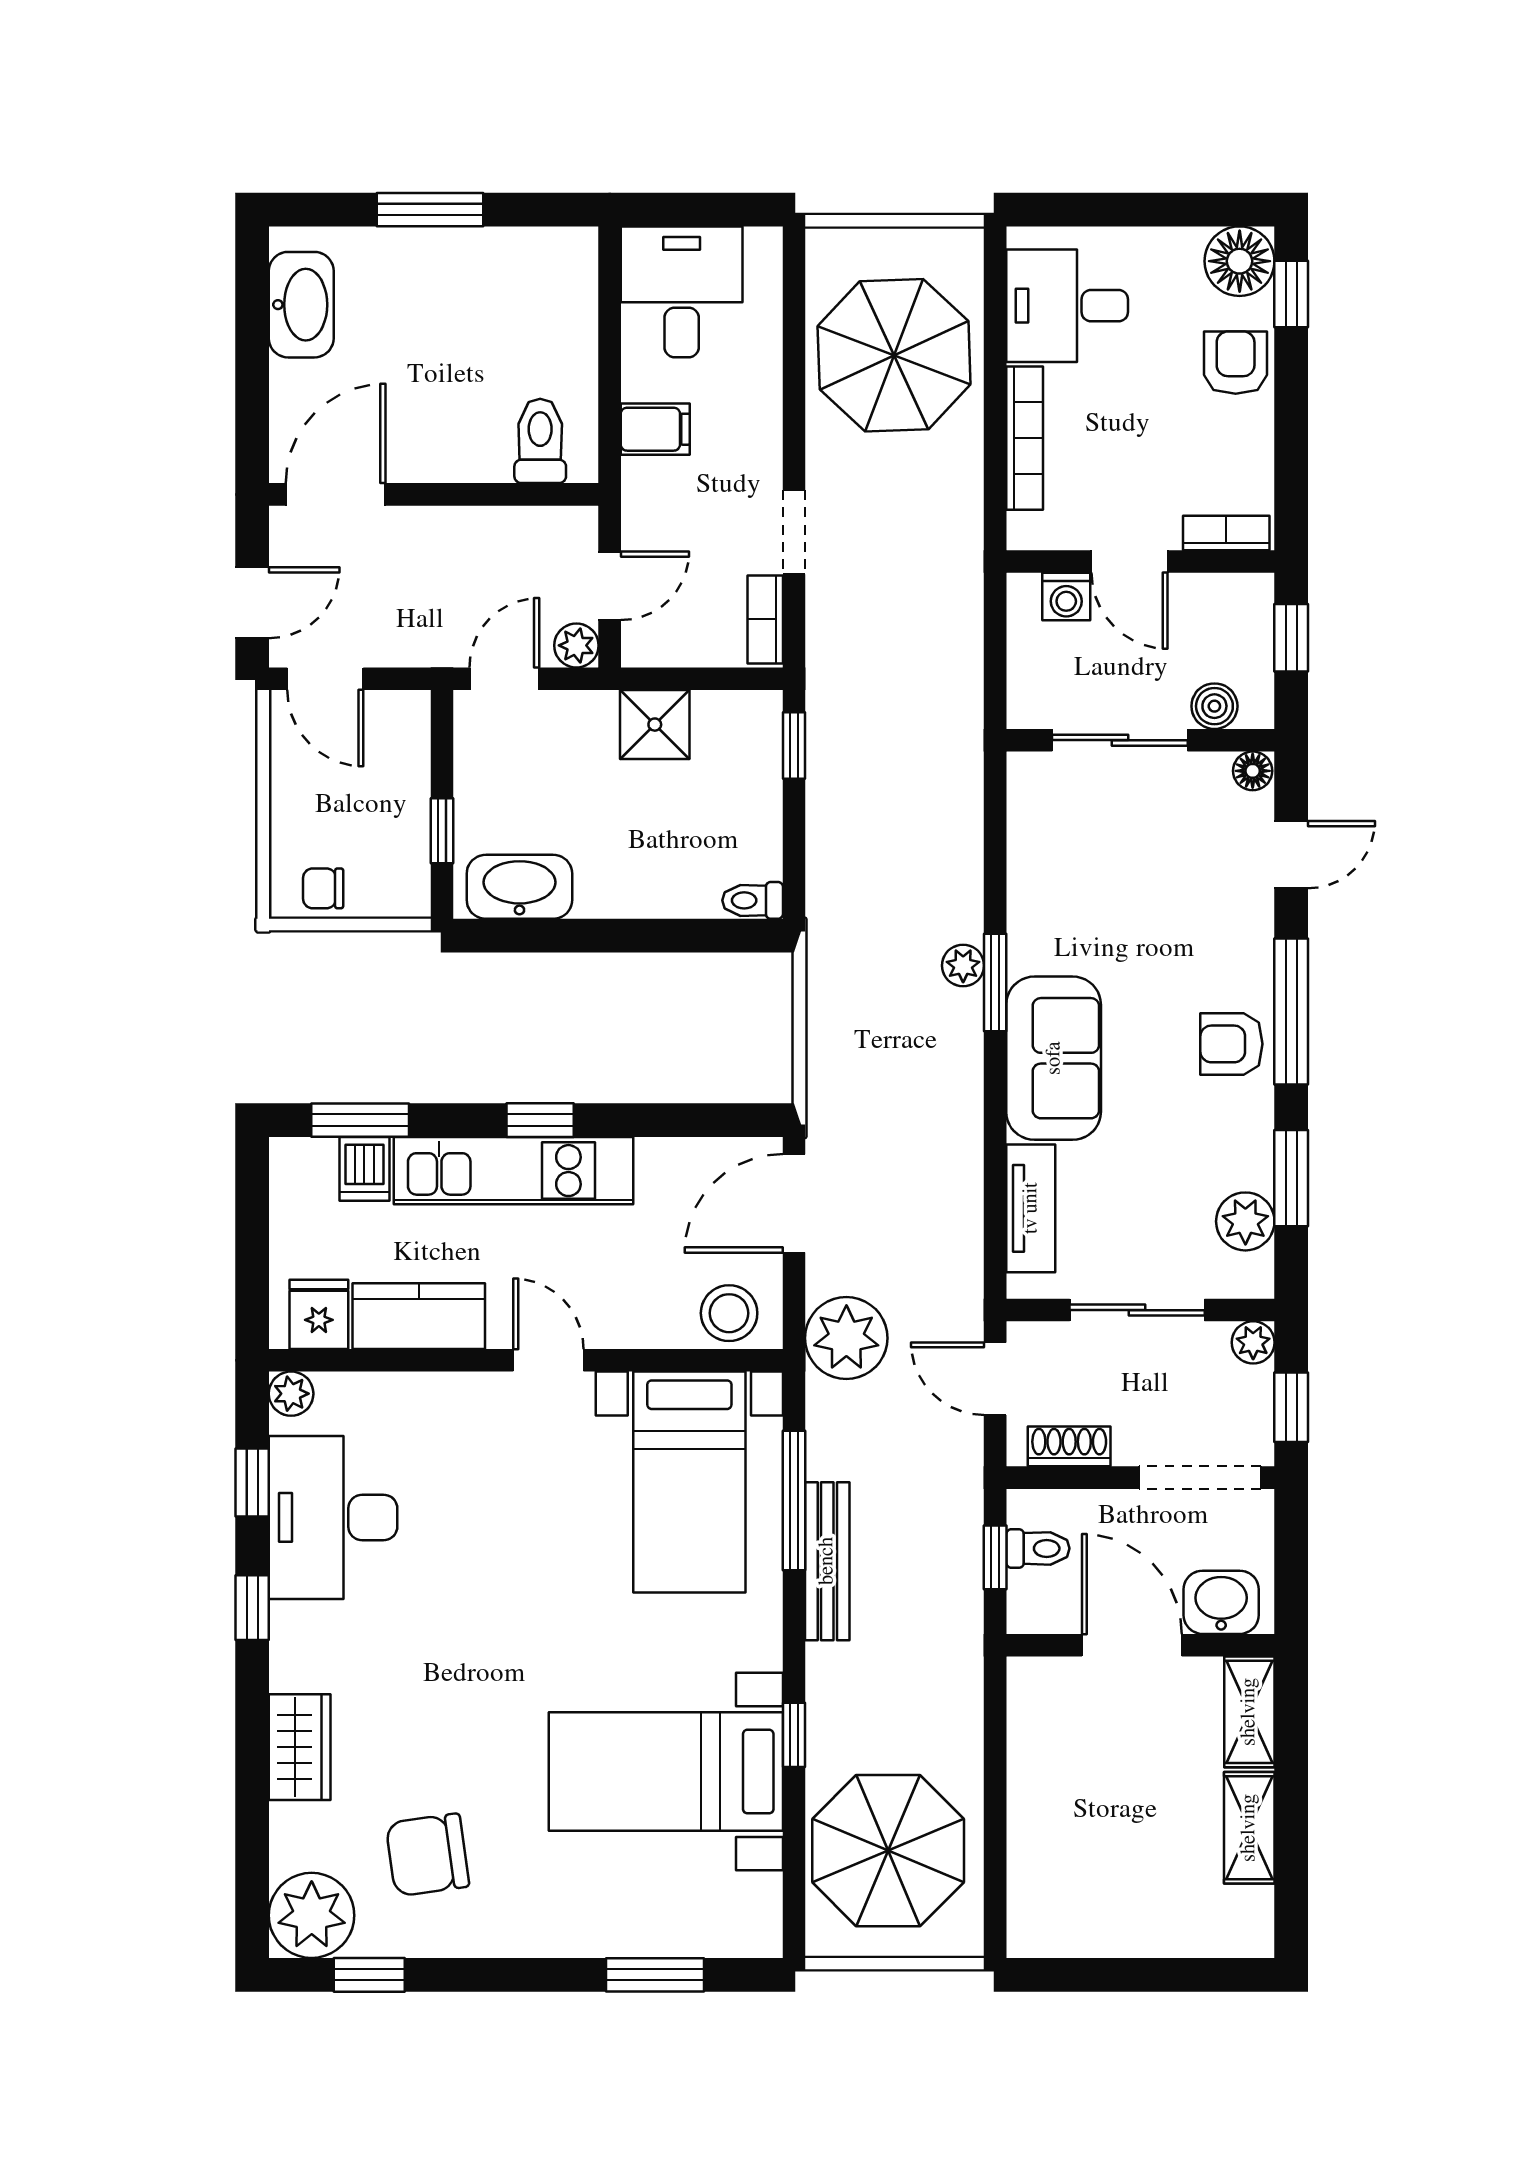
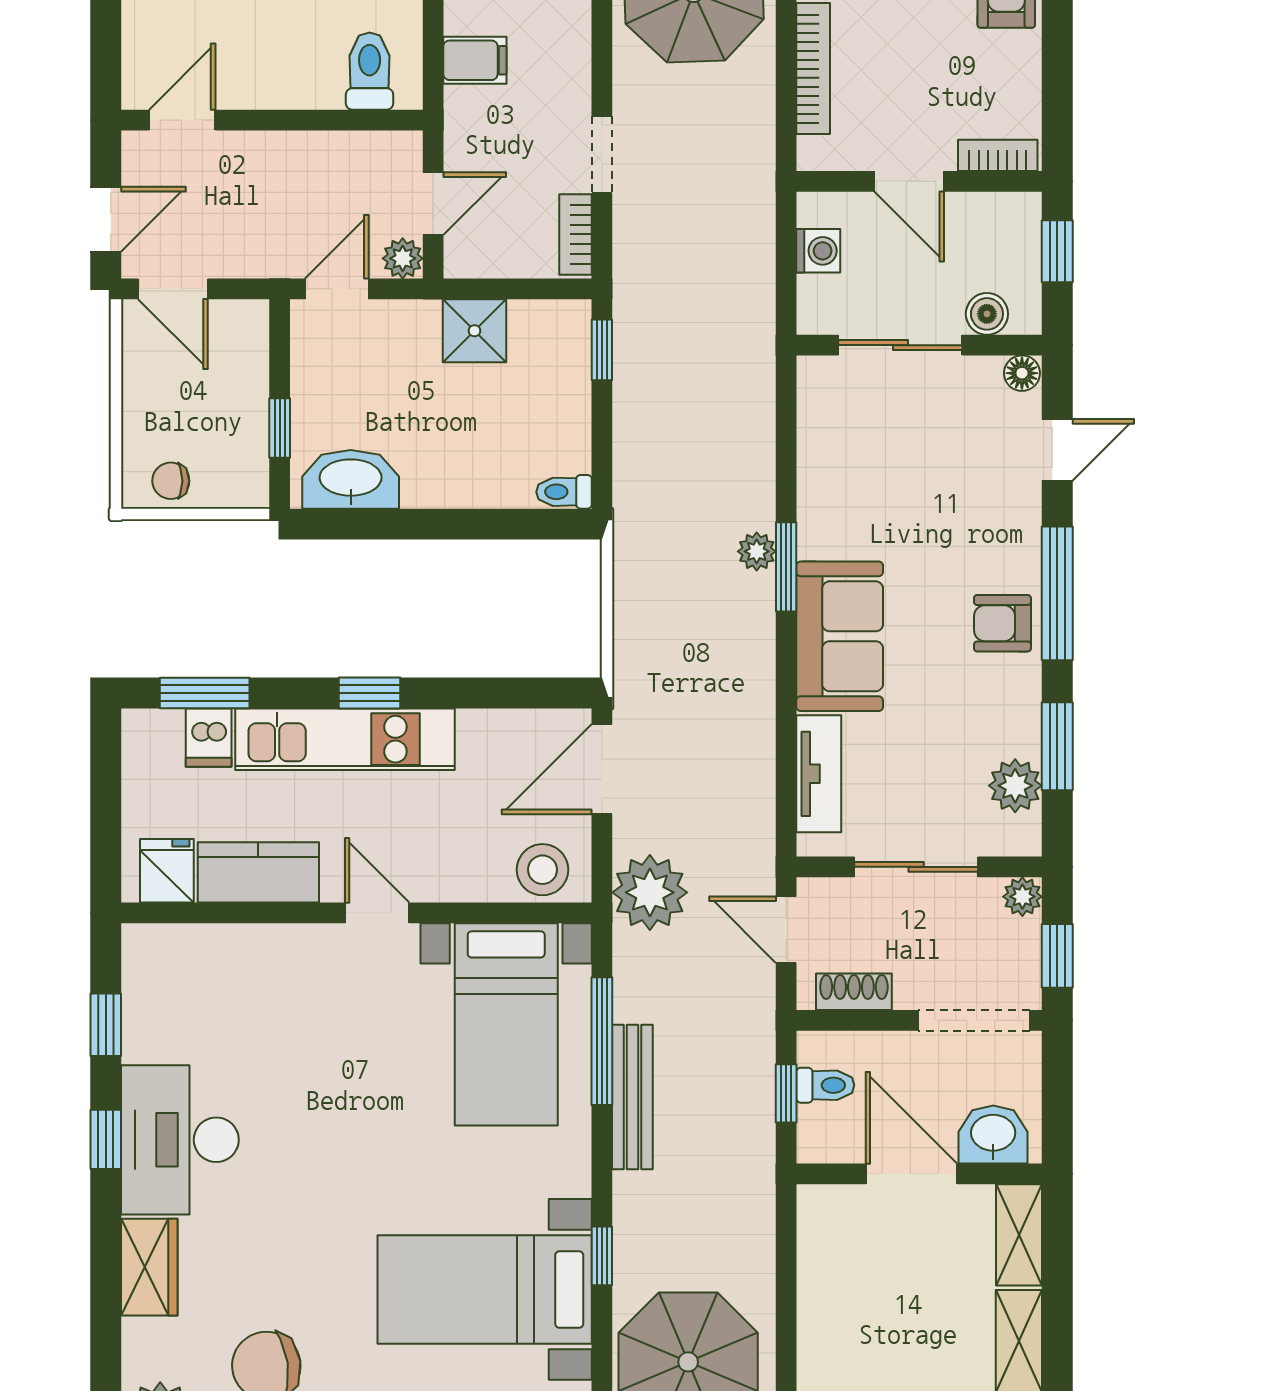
door: (336, 494) -> (182, 120), width x0.73
washing machine: (1066, 597) -> (818, 251), moved, turned -90
plant: (291, 1394) -> (141, 943), removed
desk: (333, 1517) -> (180, 1140), moved

